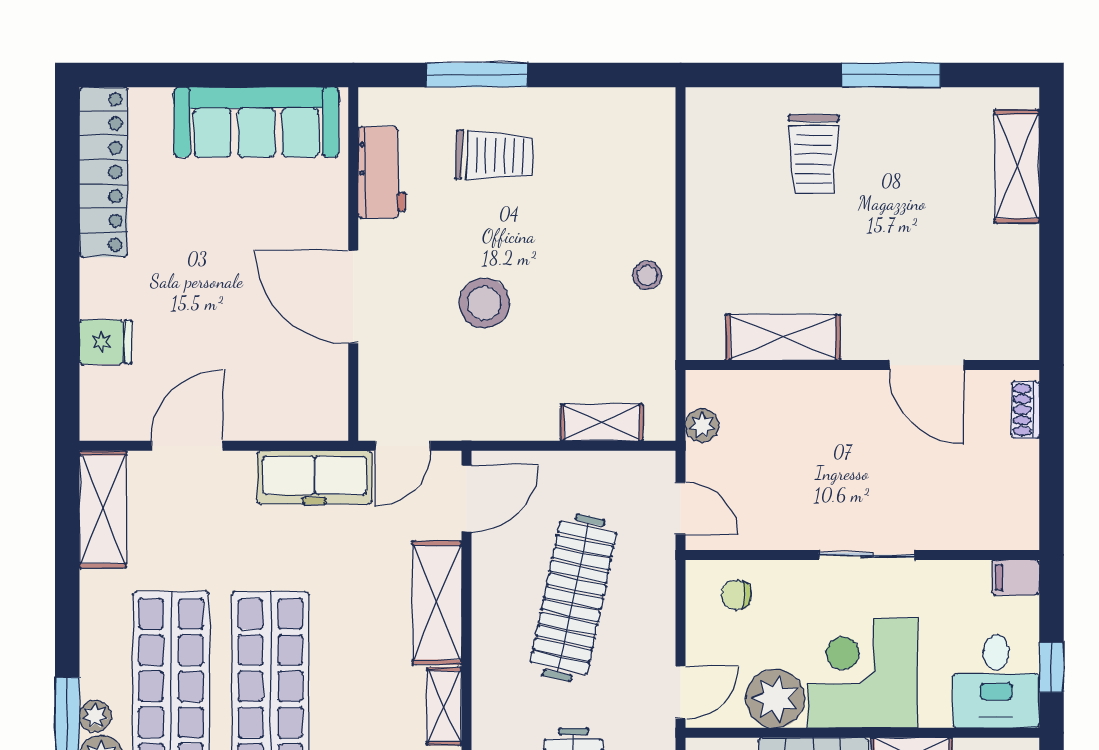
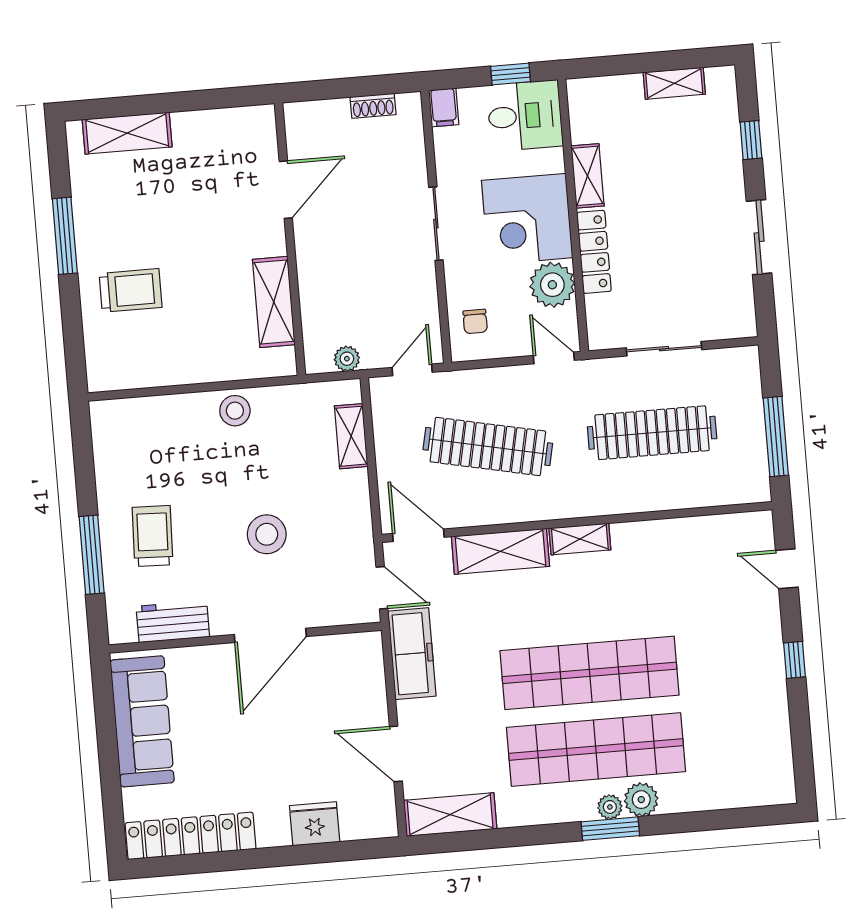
stool: (647, 275) -> (235, 411), width x1.37, depth x1.37
fridge: (106, 342) -> (315, 824), width x1.38
shoe rack: (1025, 410) -> (373, 106), moved

